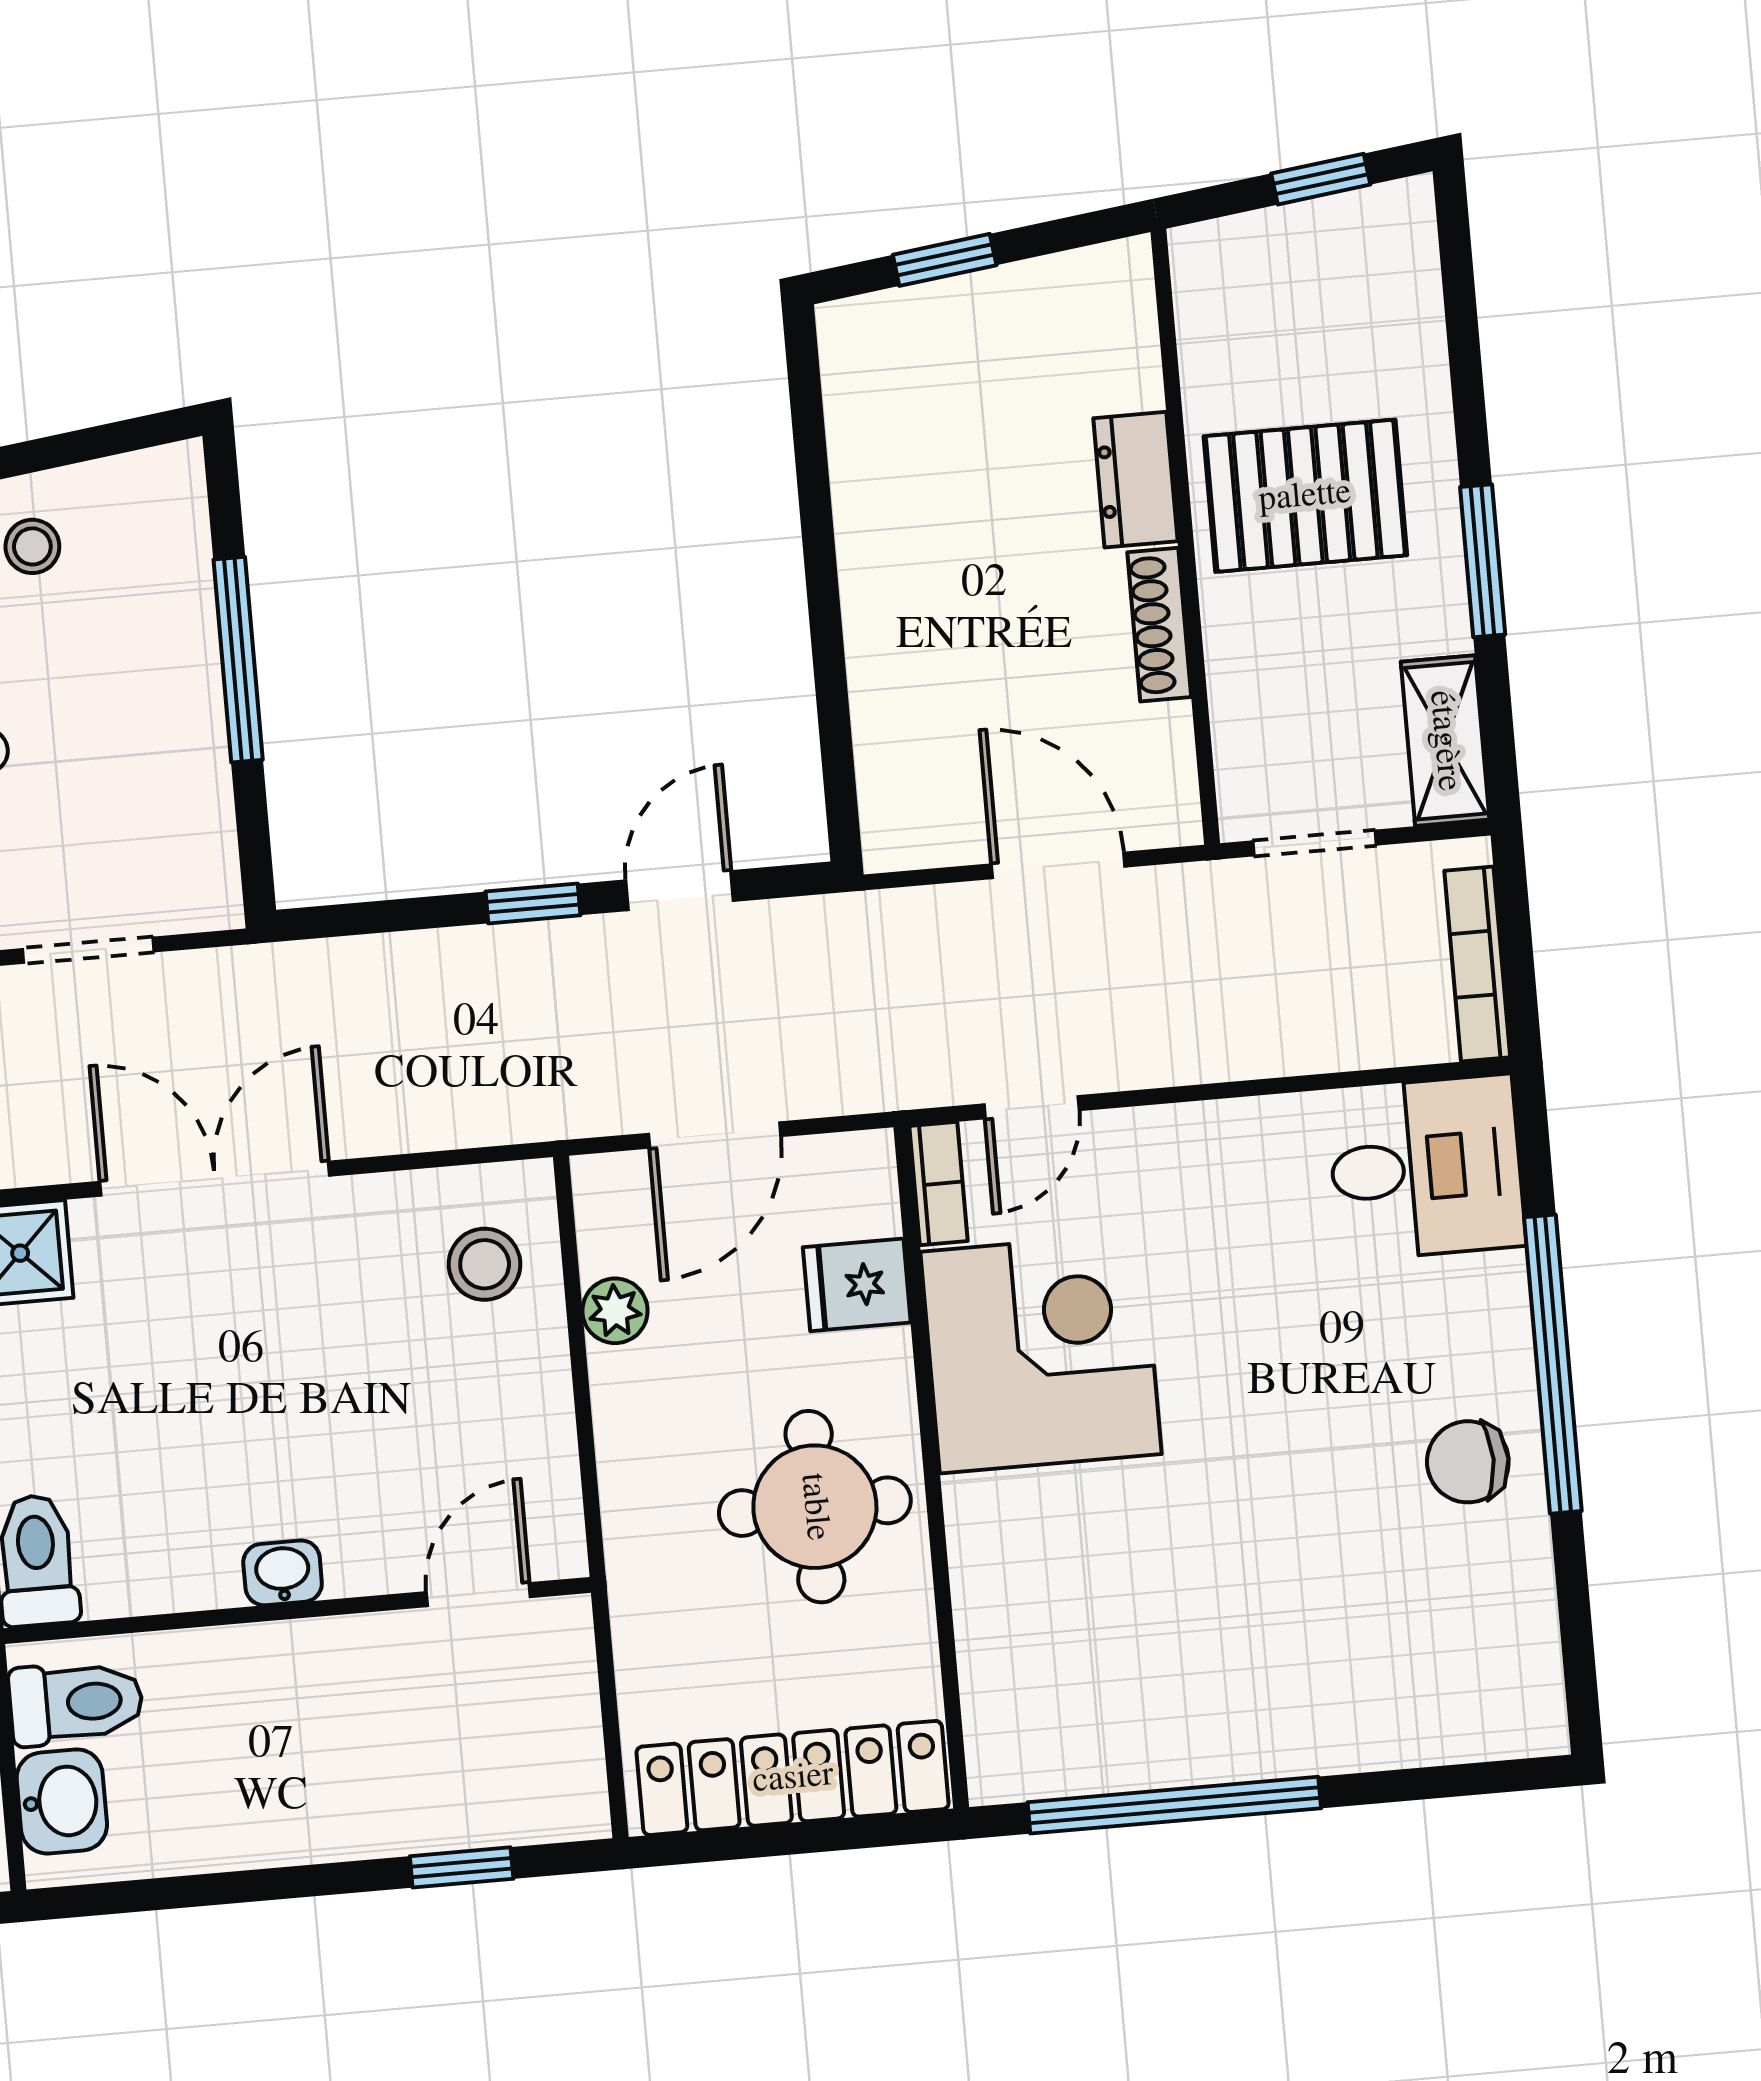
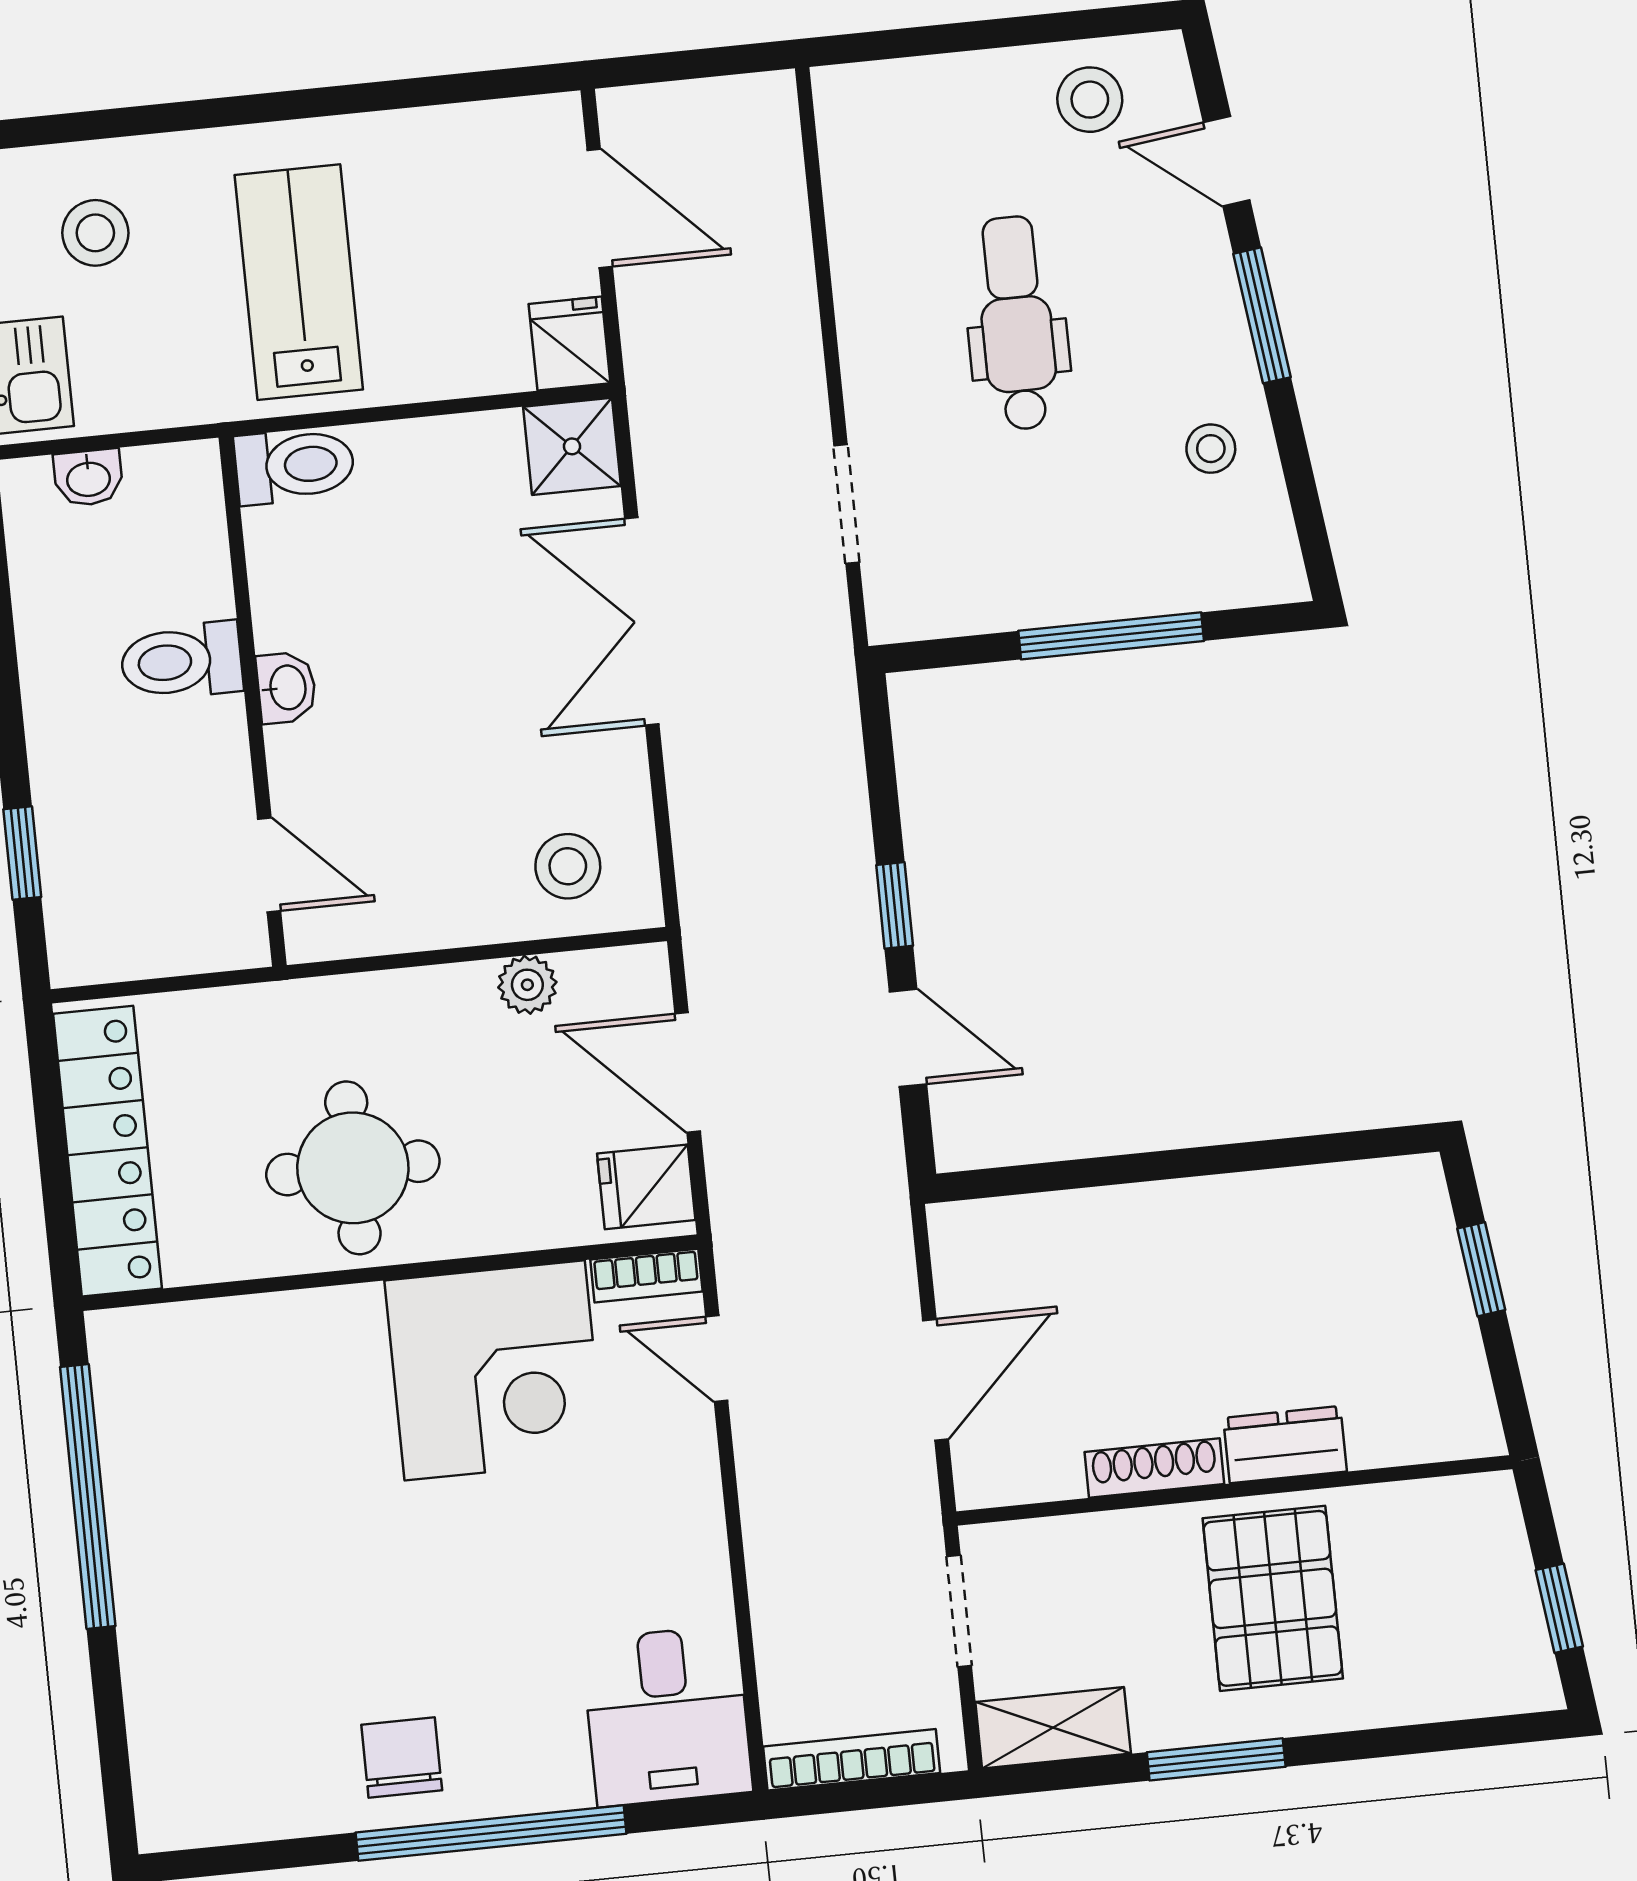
double door: (215, 1179) -> (642, 621), swing flipped
fridge: (857, 1285) -> (646, 1187), moved, turned -90
toilet: (76, 1703) -> (182, 661), moved, turned 90
washbasin: (62, 1801) -> (88, 478), width x0.72, depth x0.69

